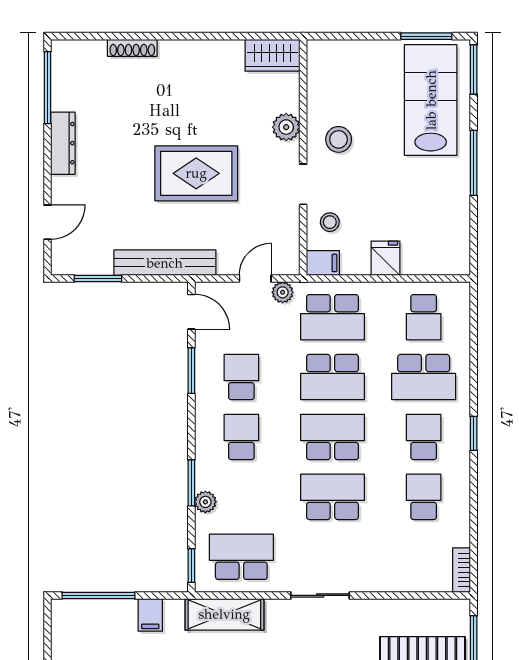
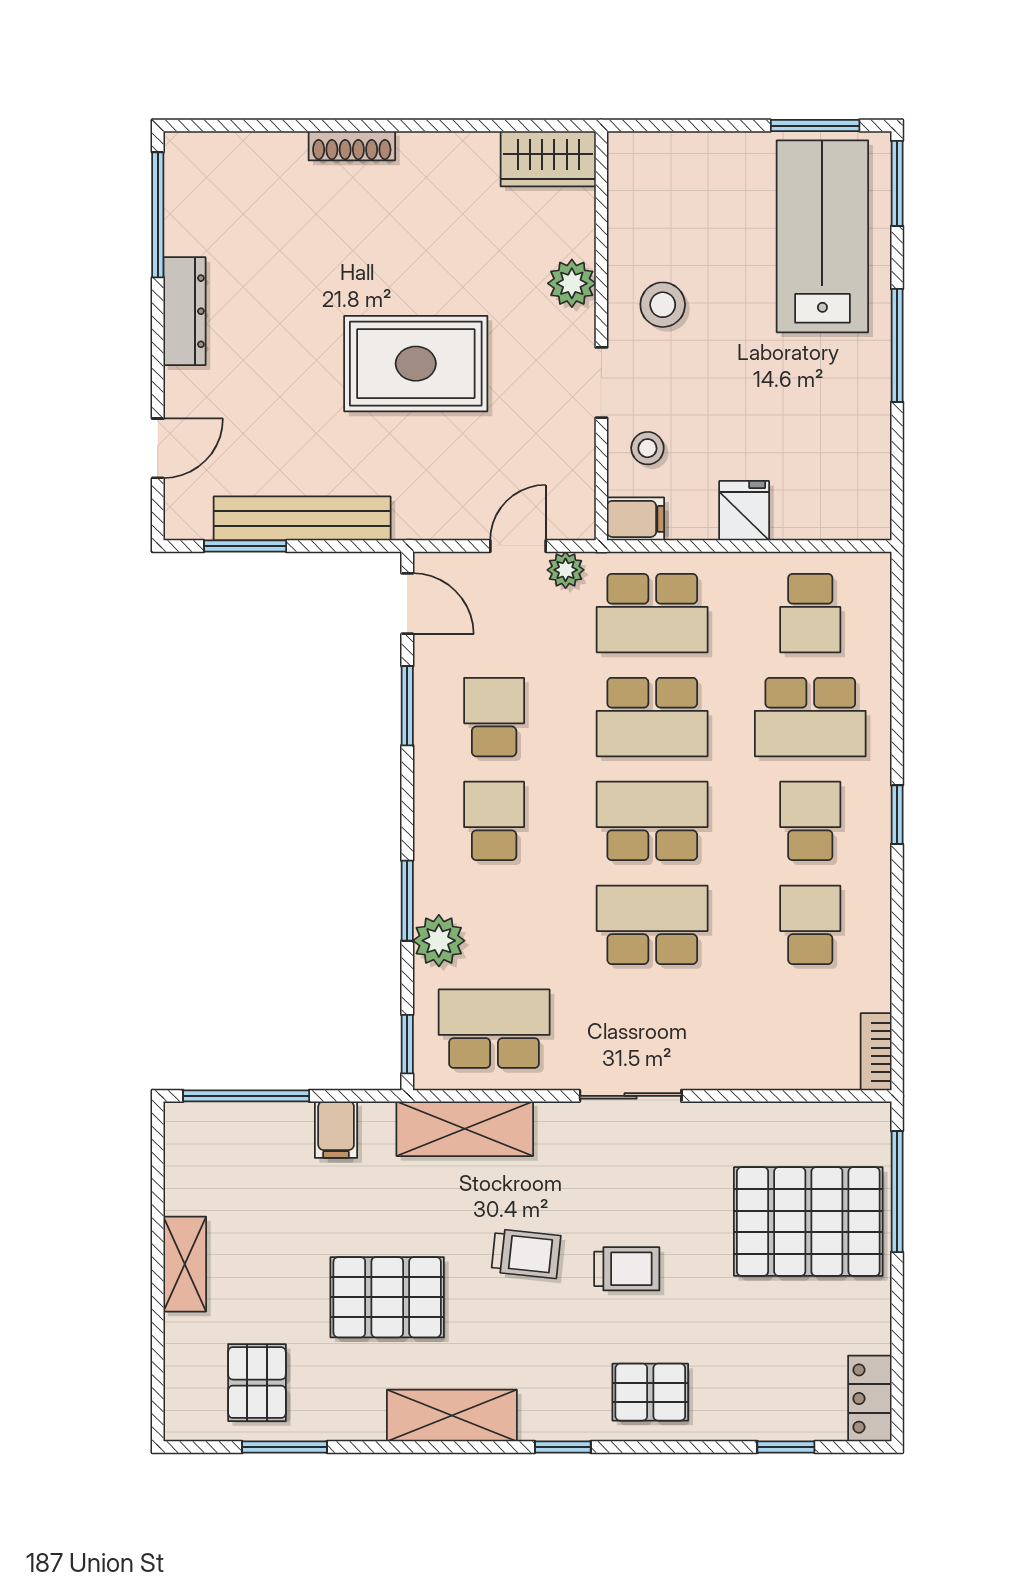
shoe rack: (132, 48) -> (352, 146), moved
bench: (165, 263) -> (302, 518), moved
plant: (205, 502) -> (439, 941), width x1.38, depth x1.38

